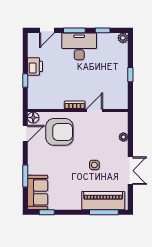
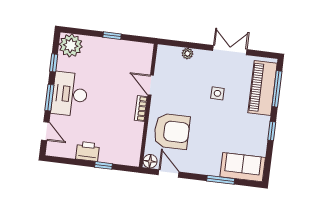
plant: (123, 38) -> (71, 45), width x1.88, depth x1.88
armchair: (59, 132) -> (172, 131), turned 90
window: (47, 212) -> (272, 131), moved

